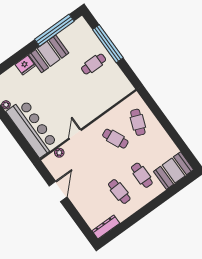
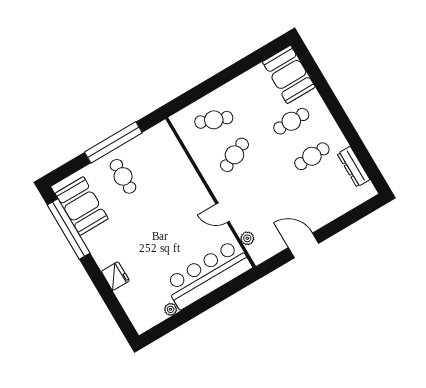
window: (108, 44) -> (113, 142), moved
booth: (49, 54) -> (82, 206), moved
dresser: (106, 227) -> (354, 167), moved

